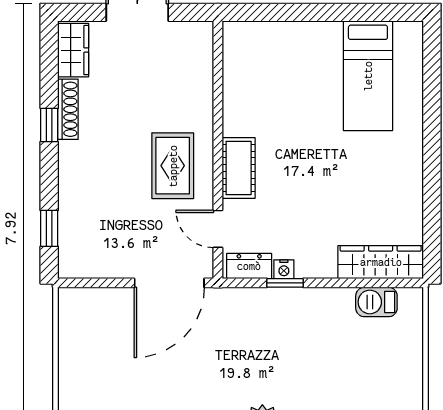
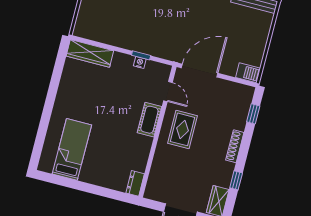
shoe rack: (68, 109) -> (235, 146), moved
window: (49, 125) -> (236, 180), moved
dresser: (249, 266) -> (135, 183), moved, turned 90
barbecue: (376, 302) -> (248, 73), moved

